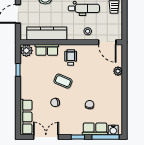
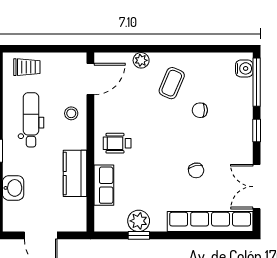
kitchen counter: (47, 33) -> (75, 173), width x0.67
plant: (26, 51) -> (139, 221), moved
coffee table: (63, 81) -> (172, 83), moved
row of seats: (26, 117) -> (210, 222), width x1.36
row of seats: (95, 129) -> (242, 101), removed

